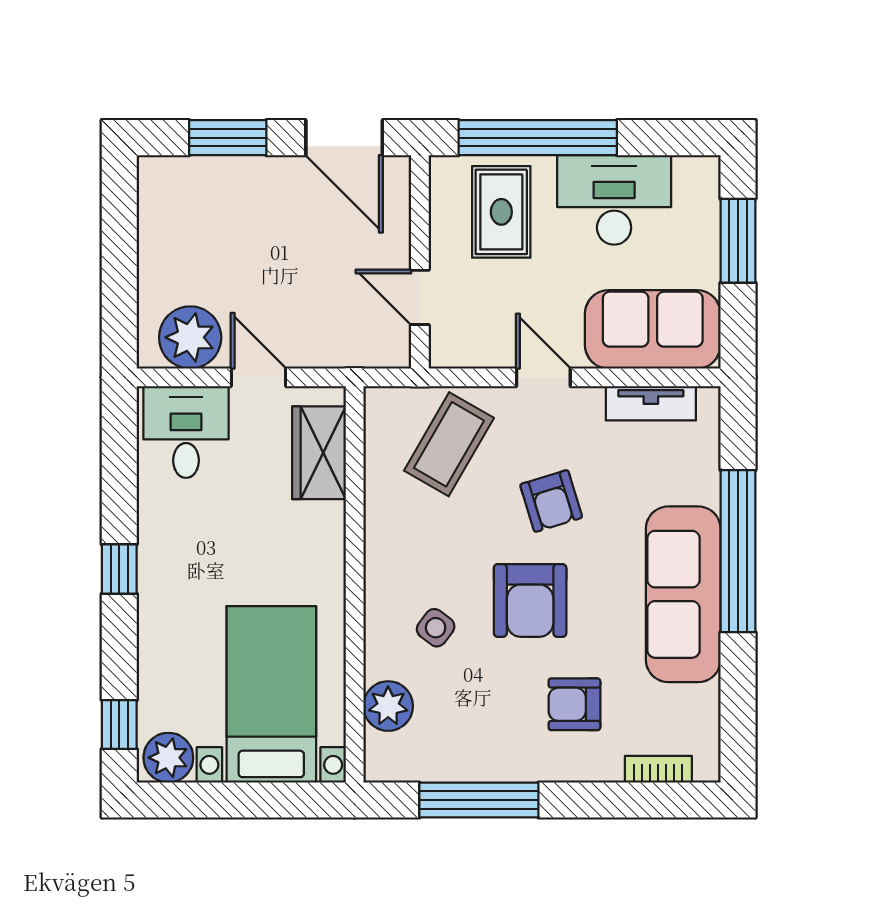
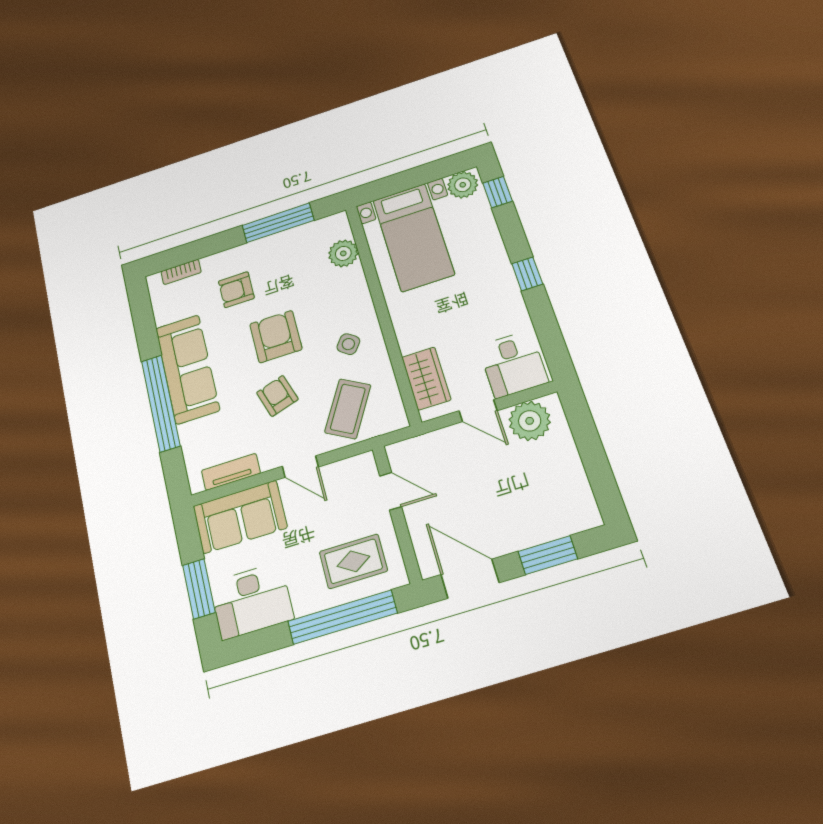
desk: (614, 200) -> (251, 601), moved
rug: (501, 212) -> (353, 561), turned 90
side table: (436, 628) -> (348, 344), moved
armchair: (574, 704) -> (236, 290), turned 180

